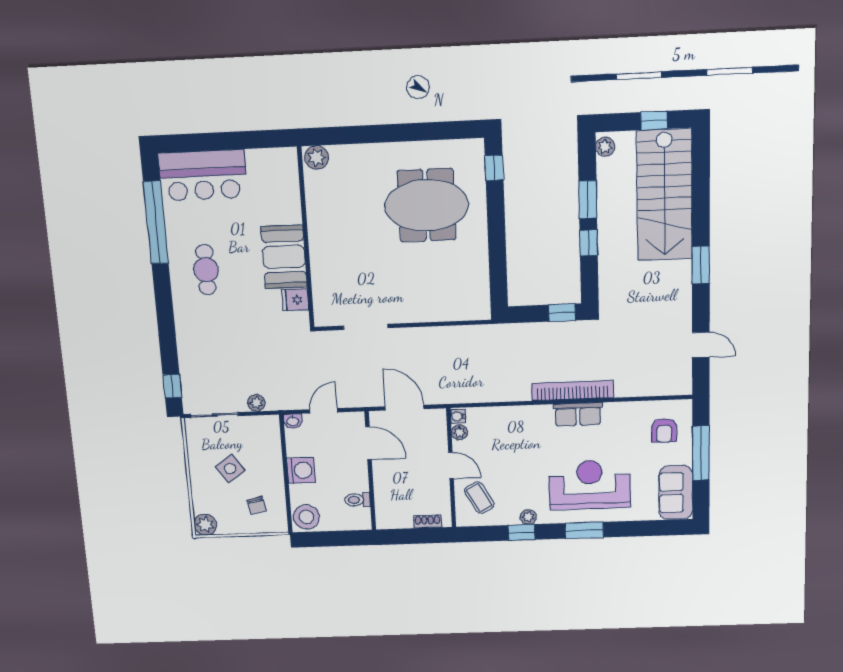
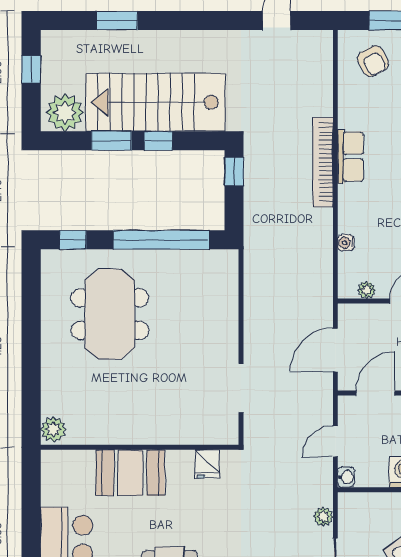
plant: (605, 147) -> (65, 112), width x1.87, depth x1.87
stairs: (665, 195) -> (155, 102), moved, turned 180
window: (497, 249) -> (161, 240), added
booth: (284, 257) -> (130, 473), moved
window: (701, 265) -> (117, 20), moved
door: (324, 411) -> (335, 441), hinge flipped
water cooler: (458, 416) -> (346, 243), moved, turned 90
armchair: (664, 430) -> (373, 61), turned 62

